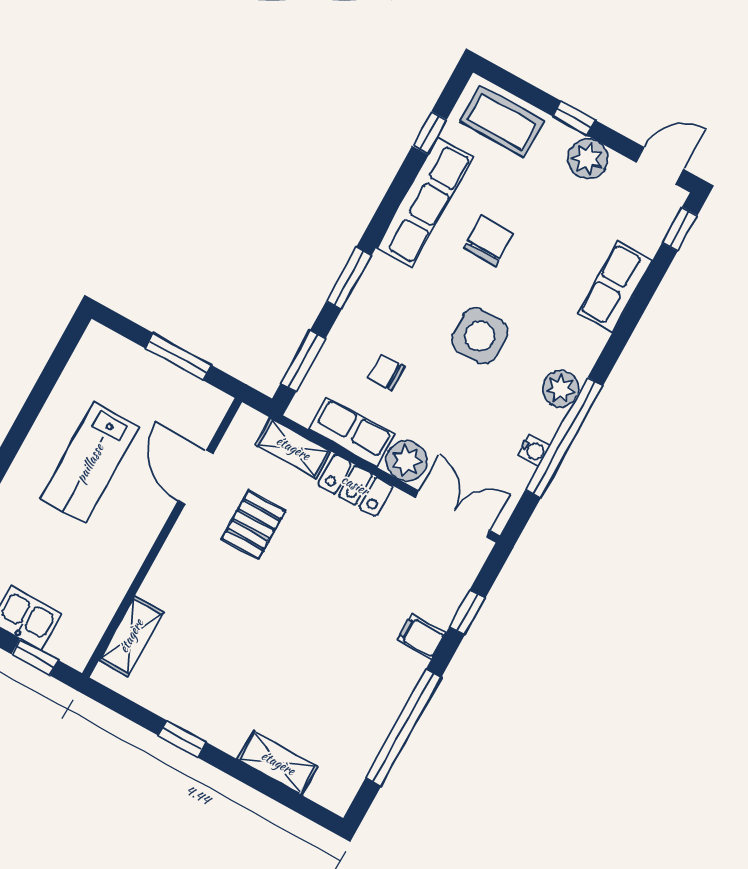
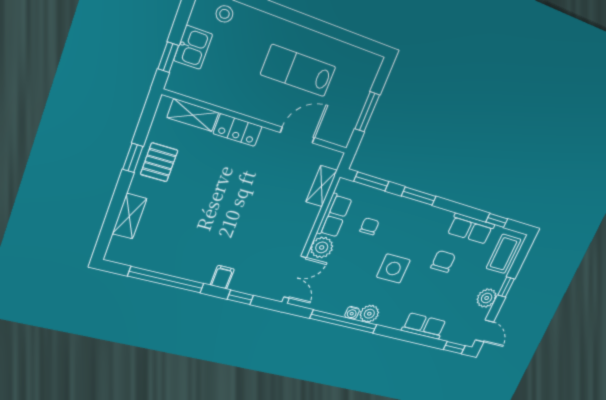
row of seats: (425, 202) -> (471, 229), width x0.68
chair: (488, 241) -> (443, 261), turned -90
water cooler: (534, 450) -> (352, 313), moved
locker: (355, 485) -> (238, 130), moved, turned -90
pallet: (253, 525) -> (159, 162), moved, turned 90

